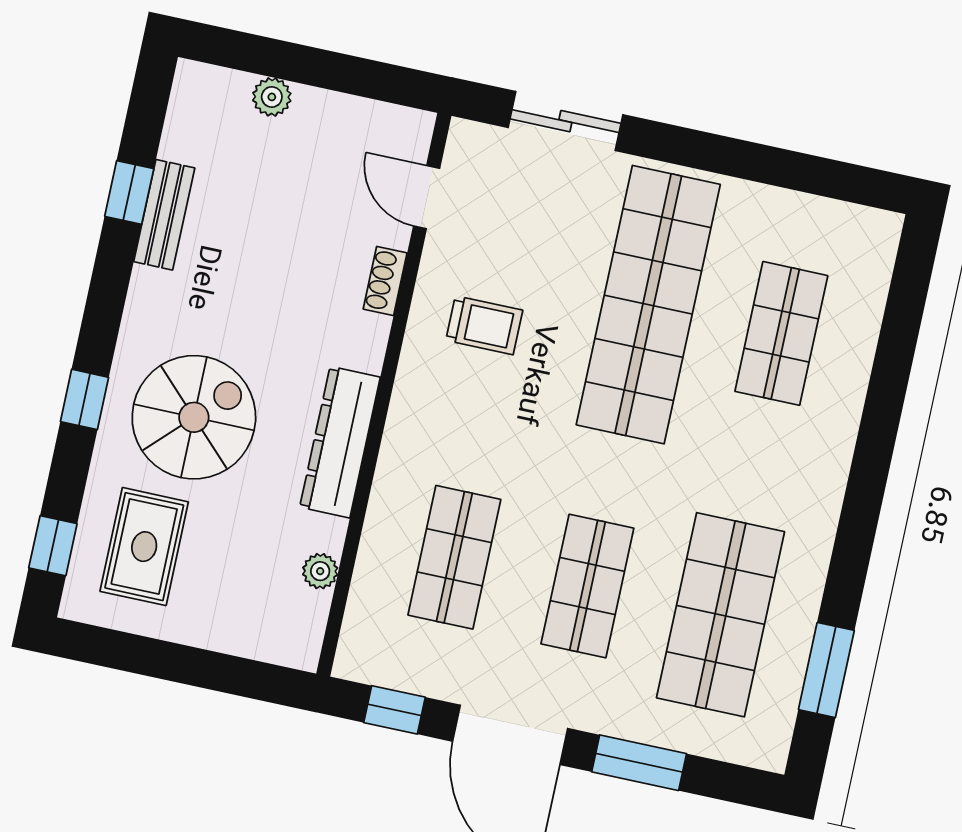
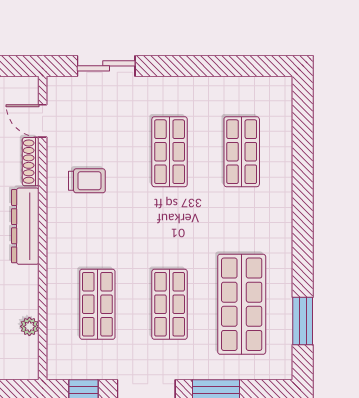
shoe rack: (385, 281) -> (31, 162), width x1.43
shop shelf: (648, 305) -> (170, 152), width x0.50, depth x0.74
dresser: (340, 442) -> (25, 226), moved

